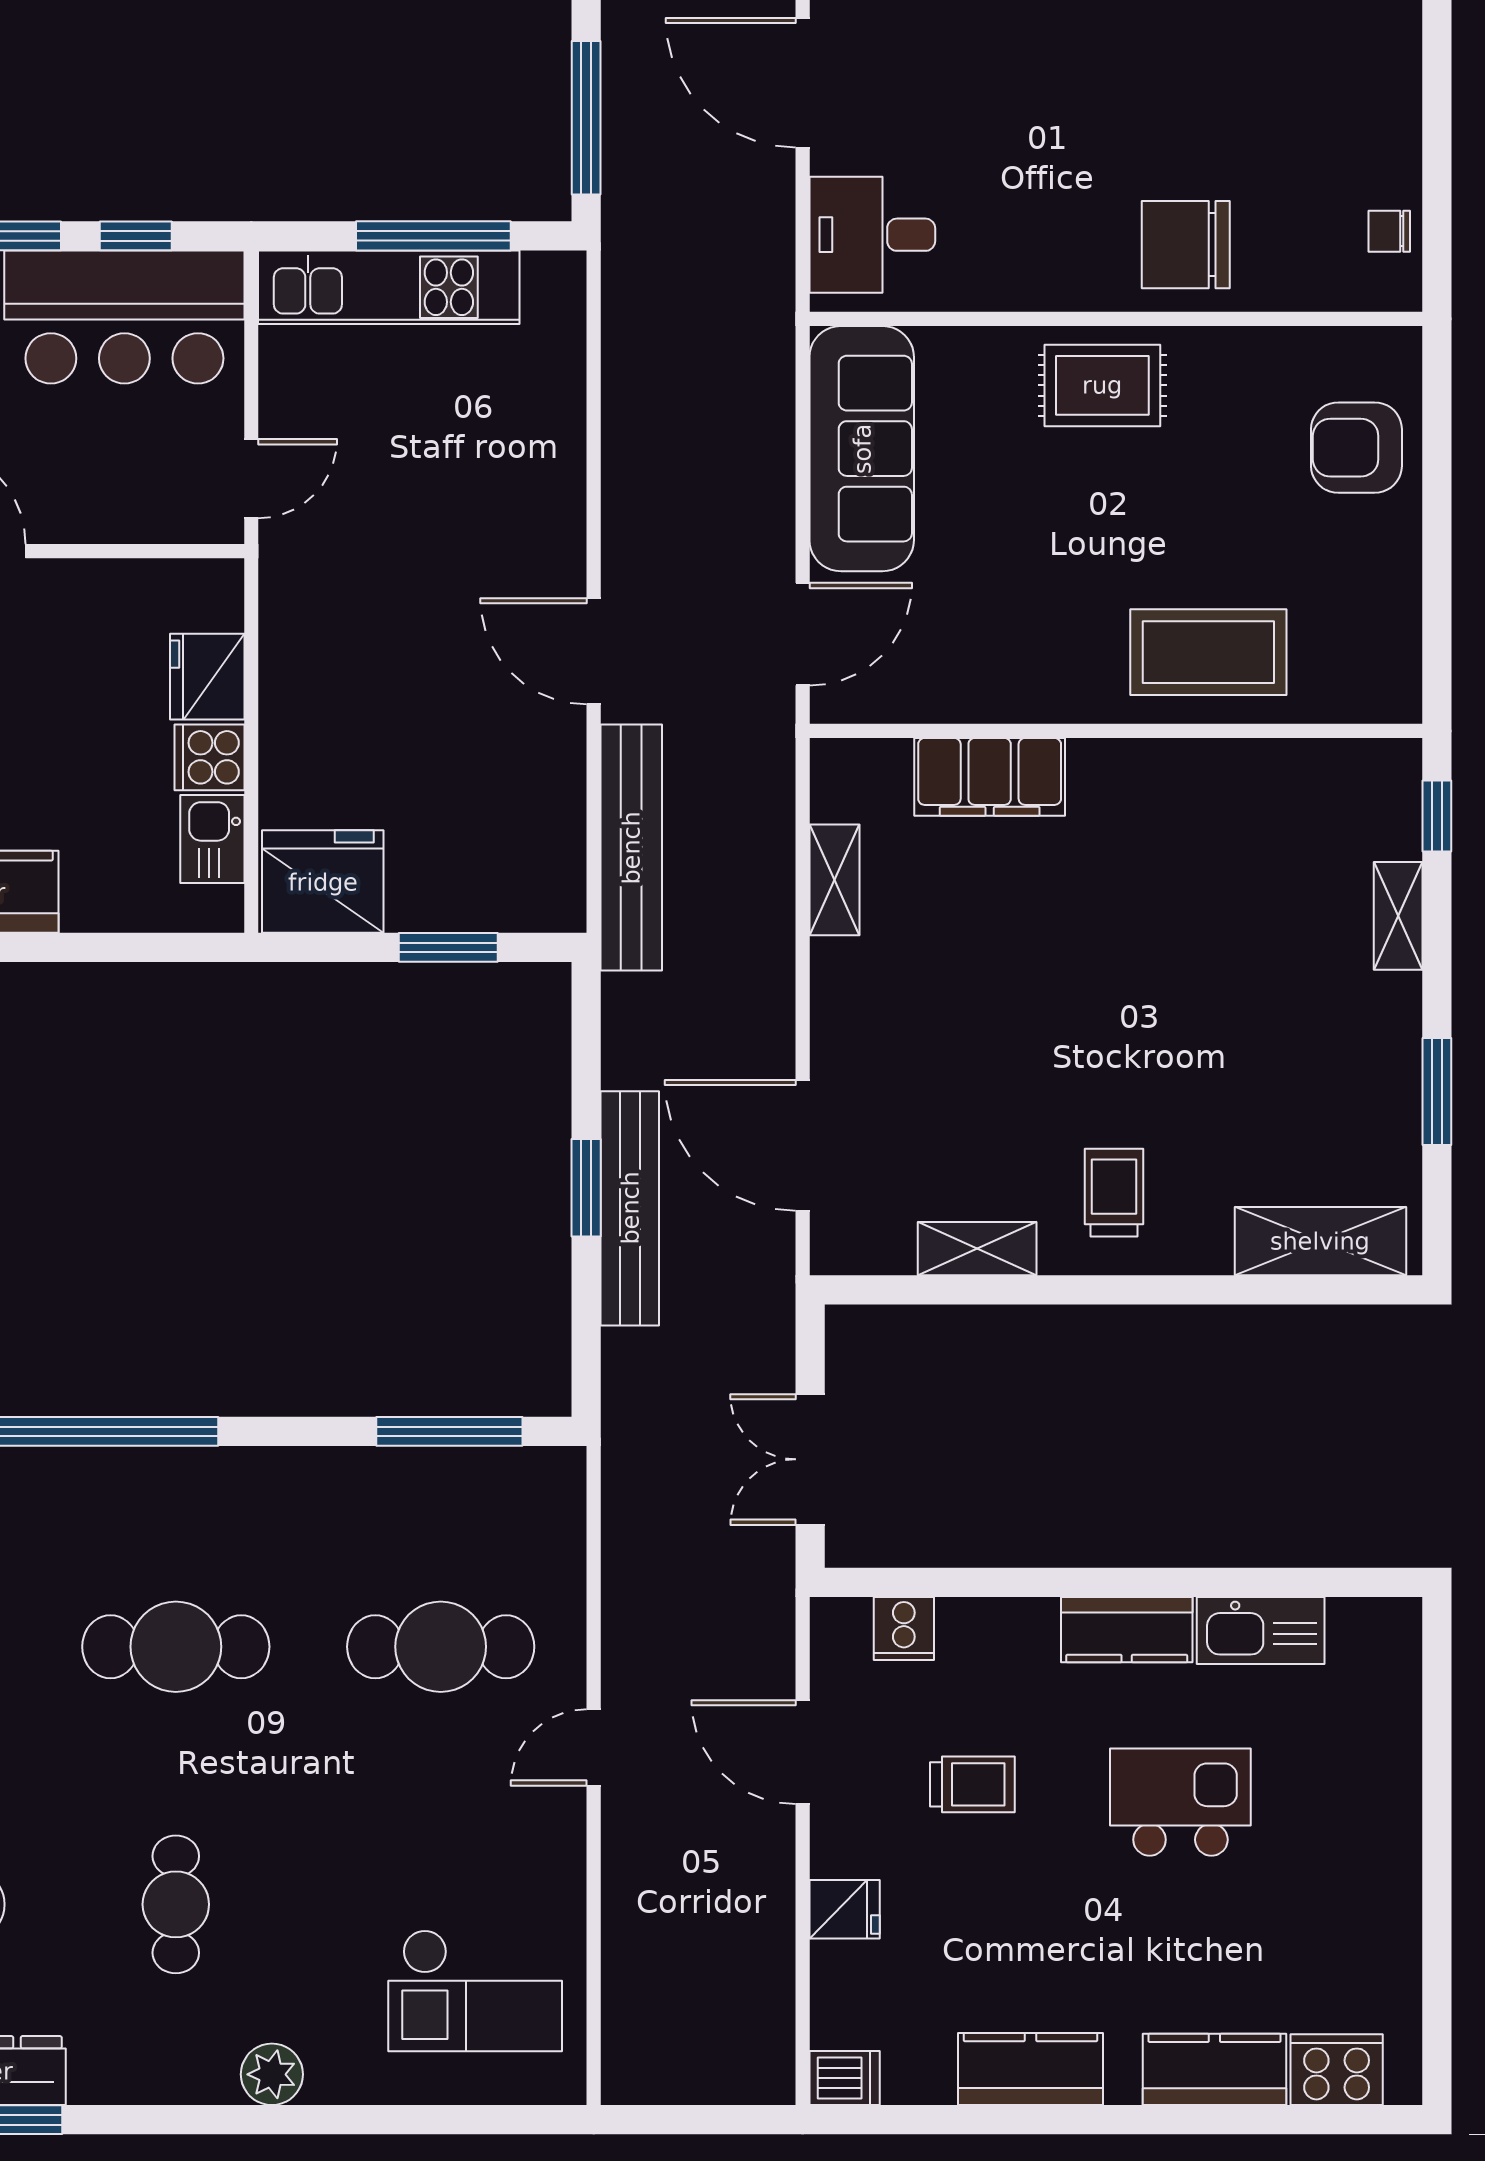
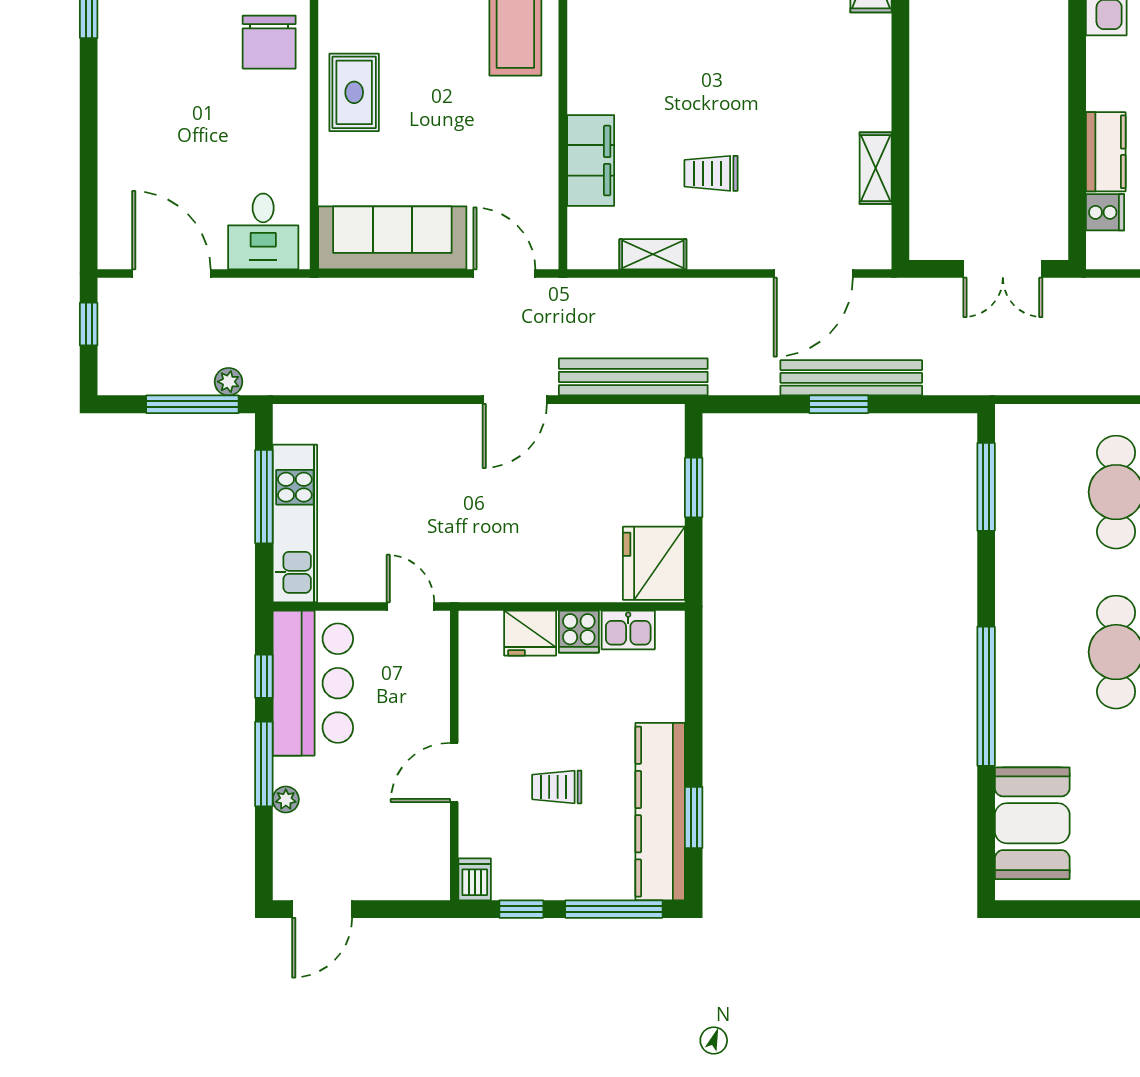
door: (803, 83) -> (171, 273), swing flipped
plant: (624, 177) -> (229, 382), added
trolley: (1114, 1193) -> (711, 173), moved
kitchen counter: (1127, 1630) -> (1106, 152), moved

